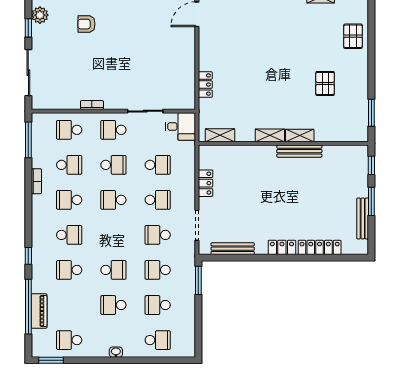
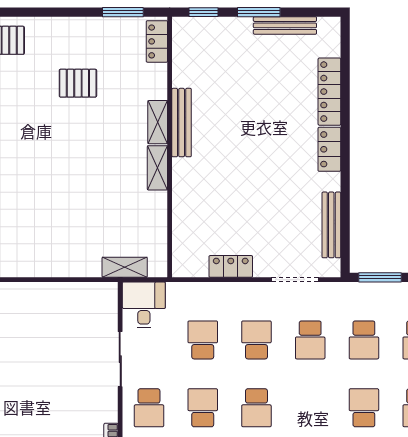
locker: (205, 85) -> (157, 41), moved, turned -90
shelving: (220, 135) -> (125, 267), moved, turned 90

